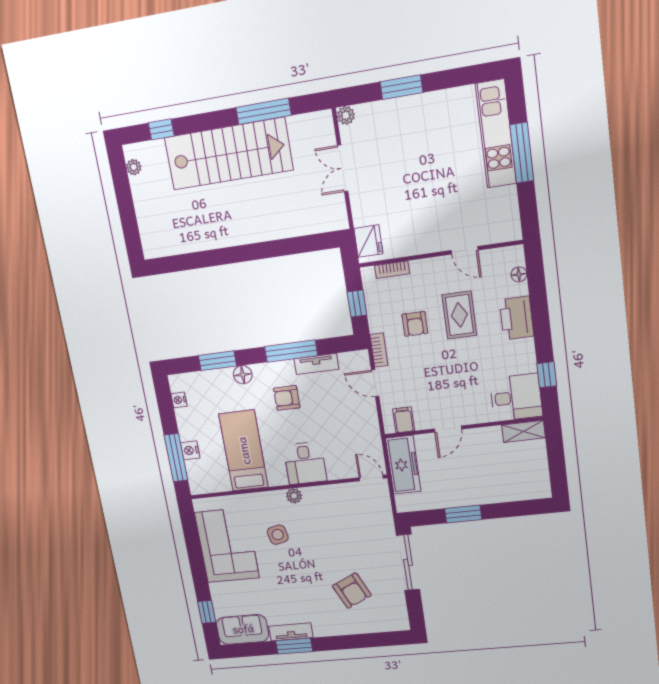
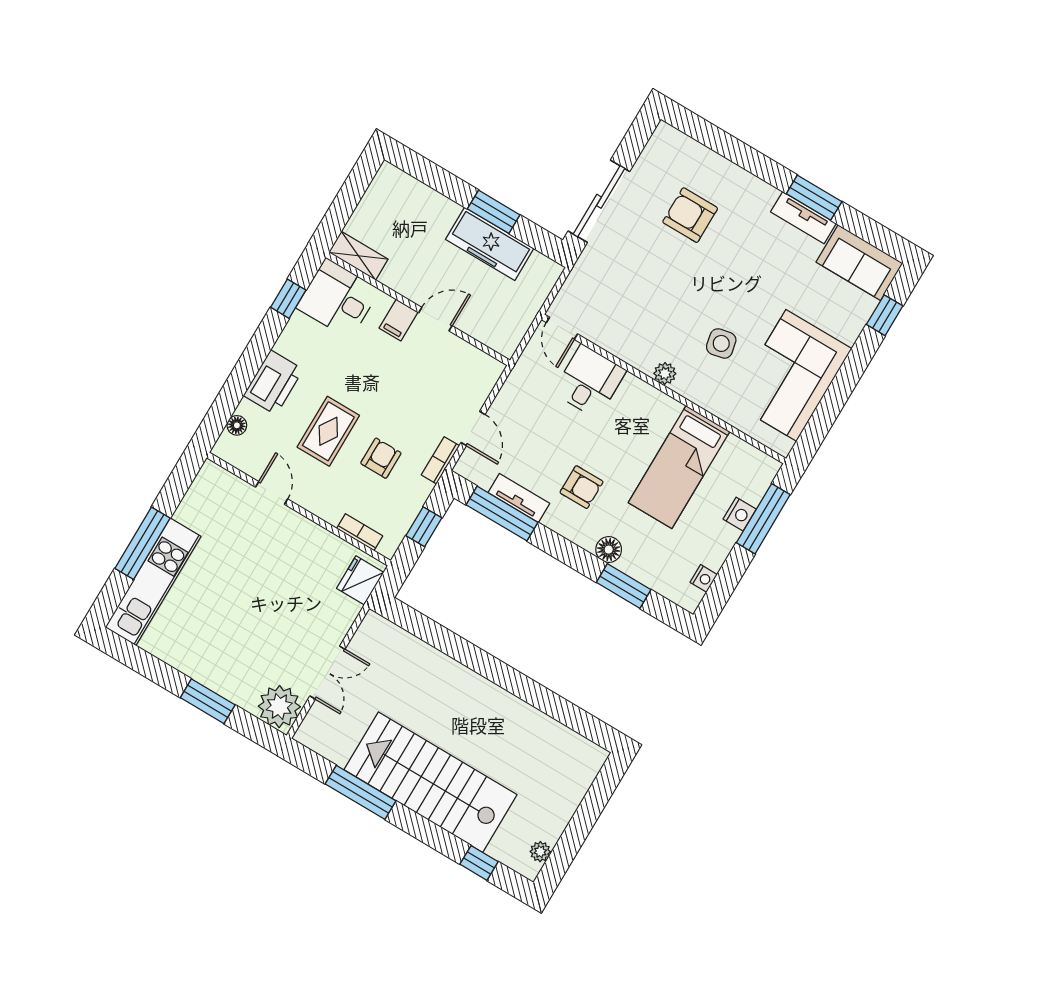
plant: (346, 115) -> (279, 707), width x1.88, depth x1.88
window: (291, 351) -> (502, 514), moved
filing cabinet: (404, 420) -> (399, 320), moved
desk: (305, 463) -> (589, 381), moved
freezer: (403, 465) -> (490, 244), moved, turned -90
armchair: (352, 591) -> (690, 215), turned -65

